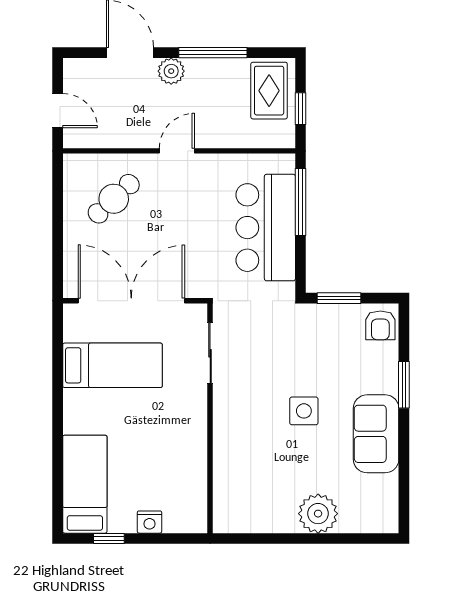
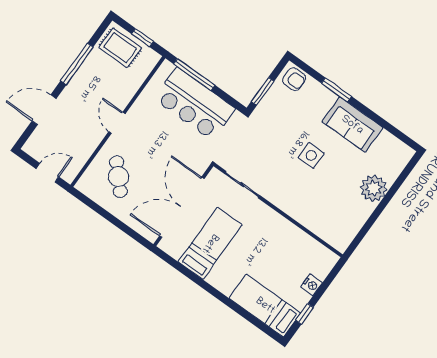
plant: (171, 71) -> (71, 94), removed

